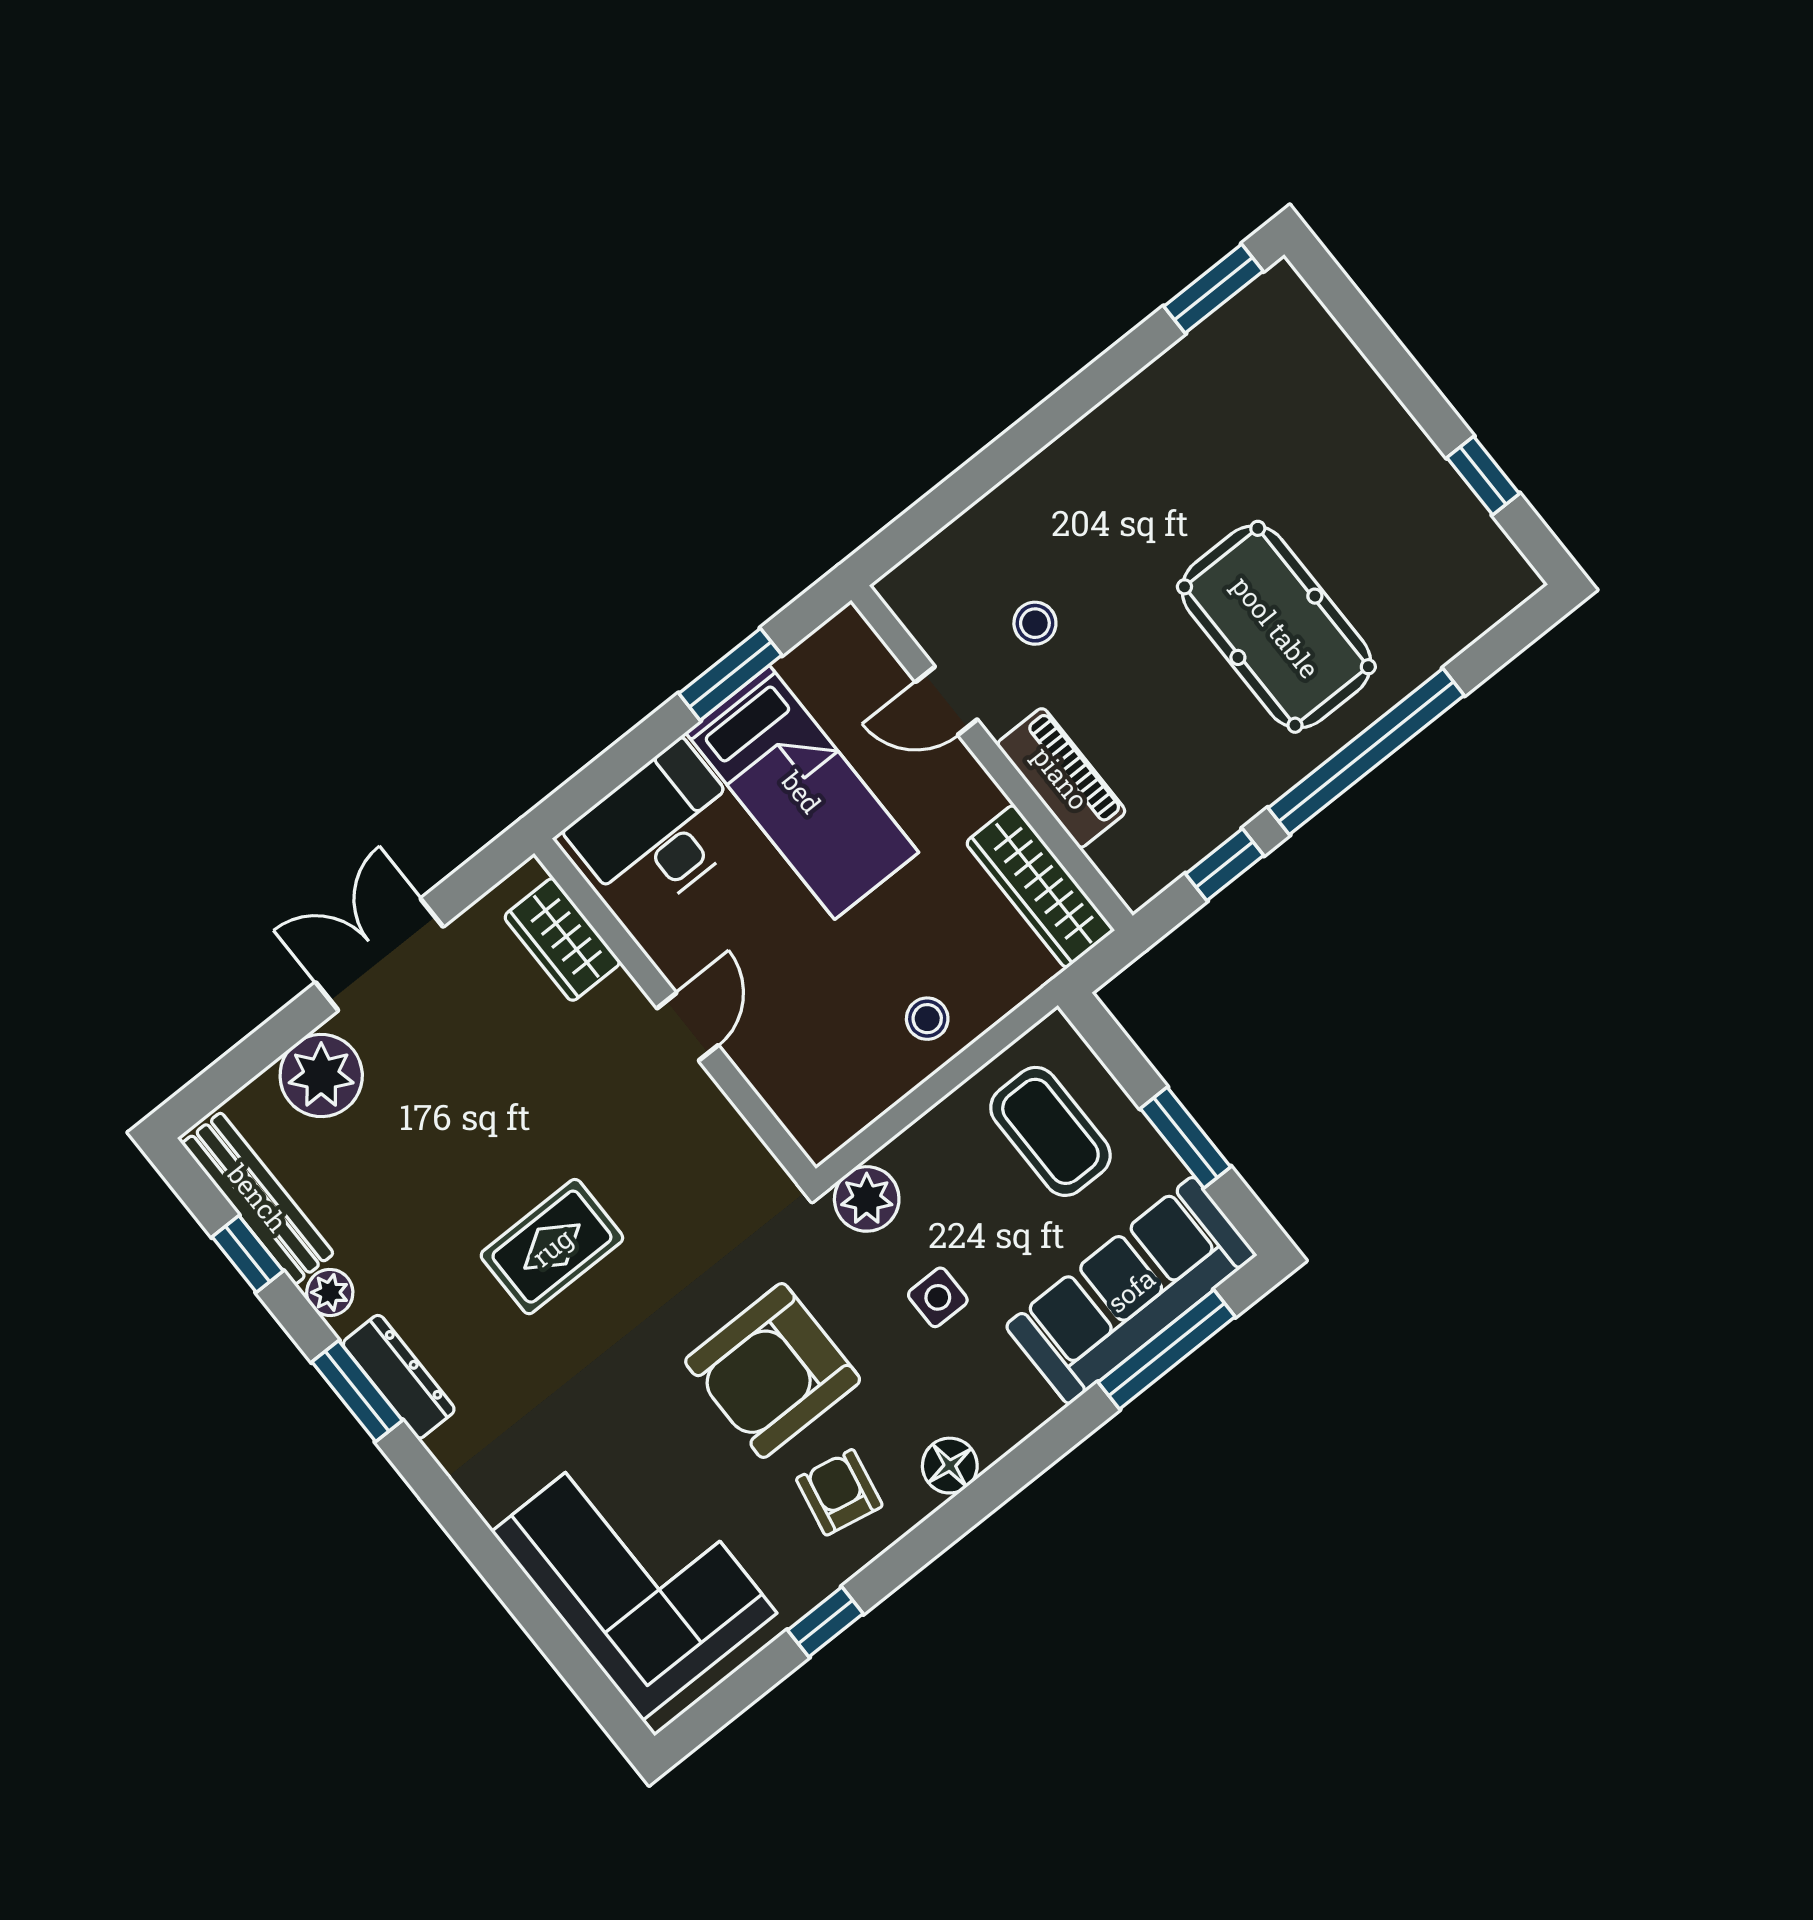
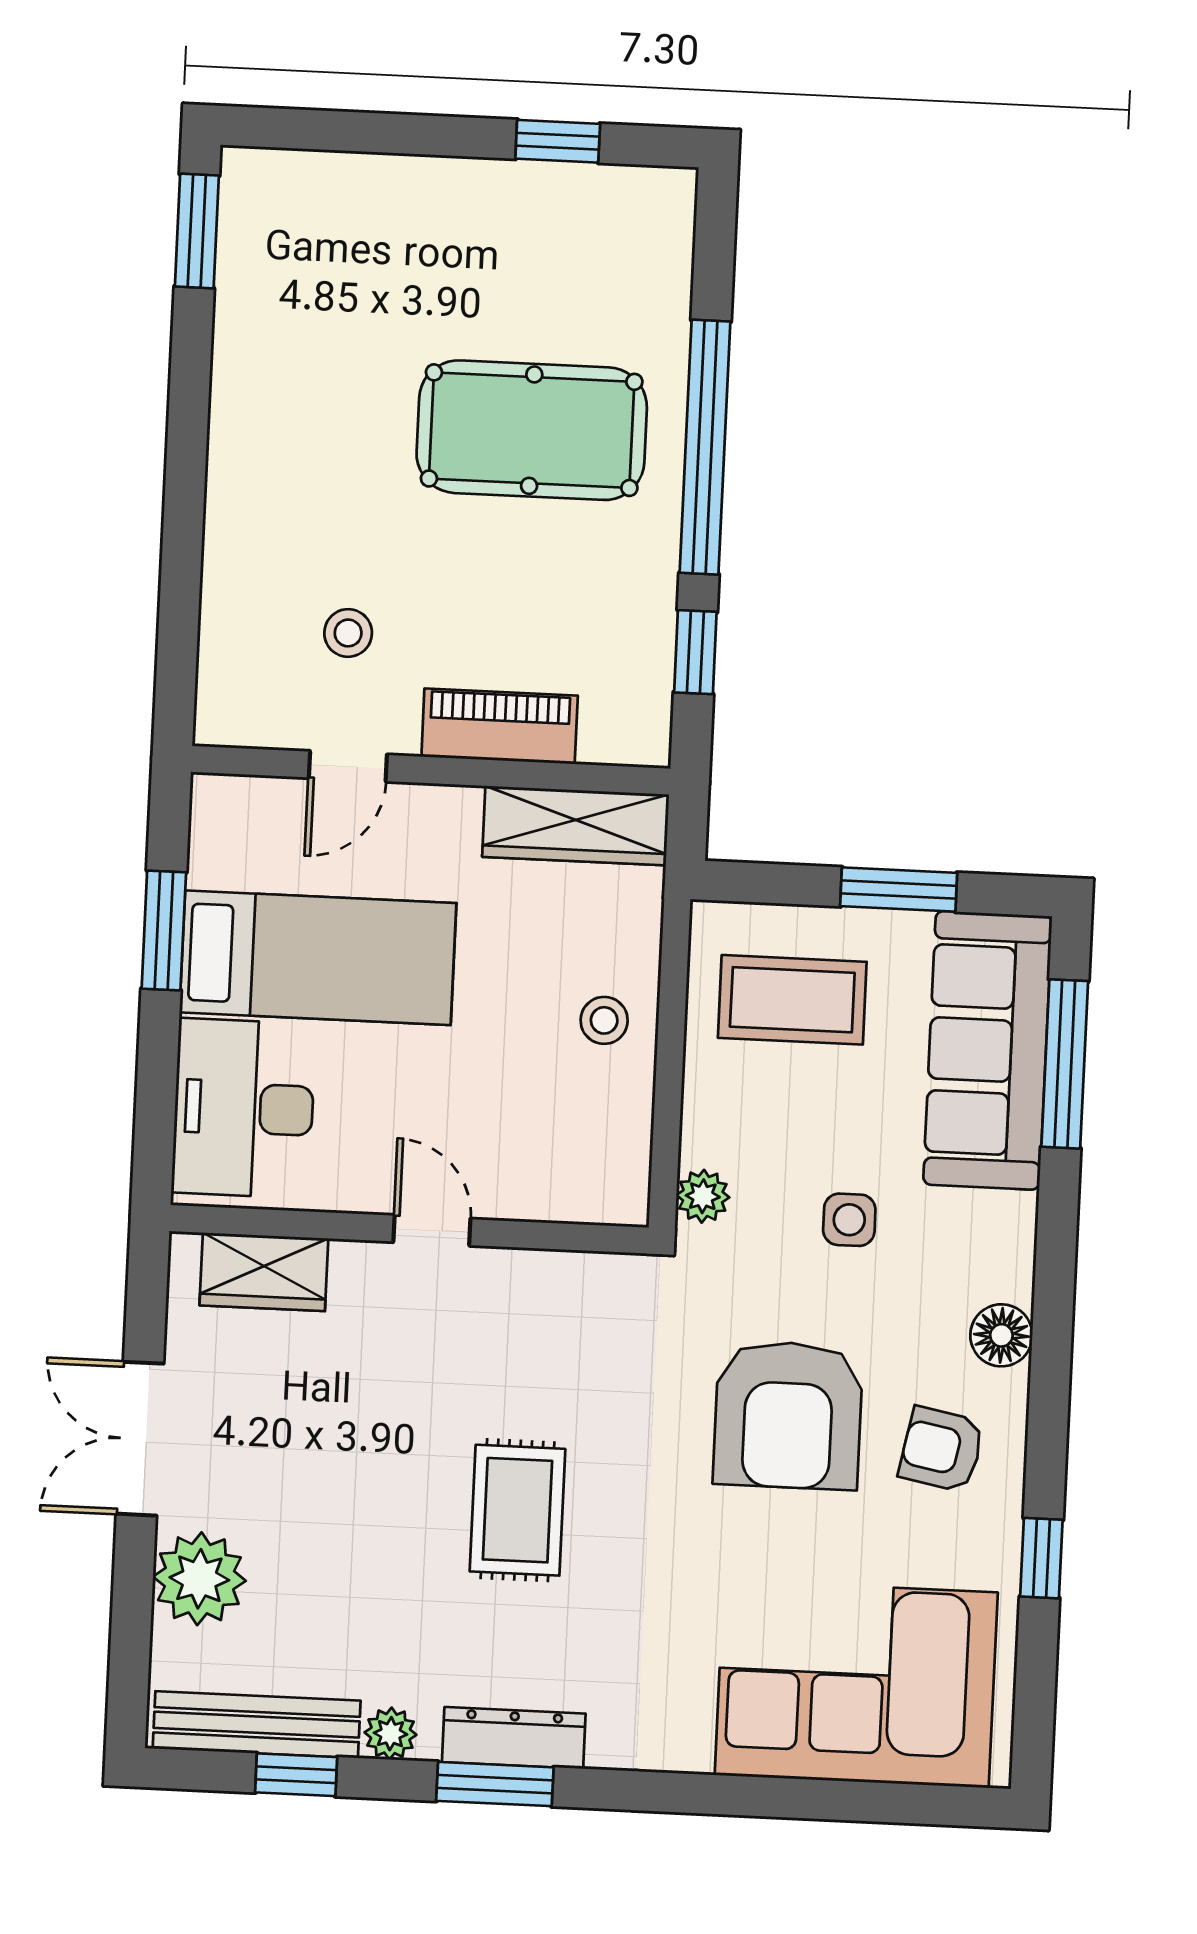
plant: (867, 1199) -> (703, 1196), width x0.73, depth x0.73

